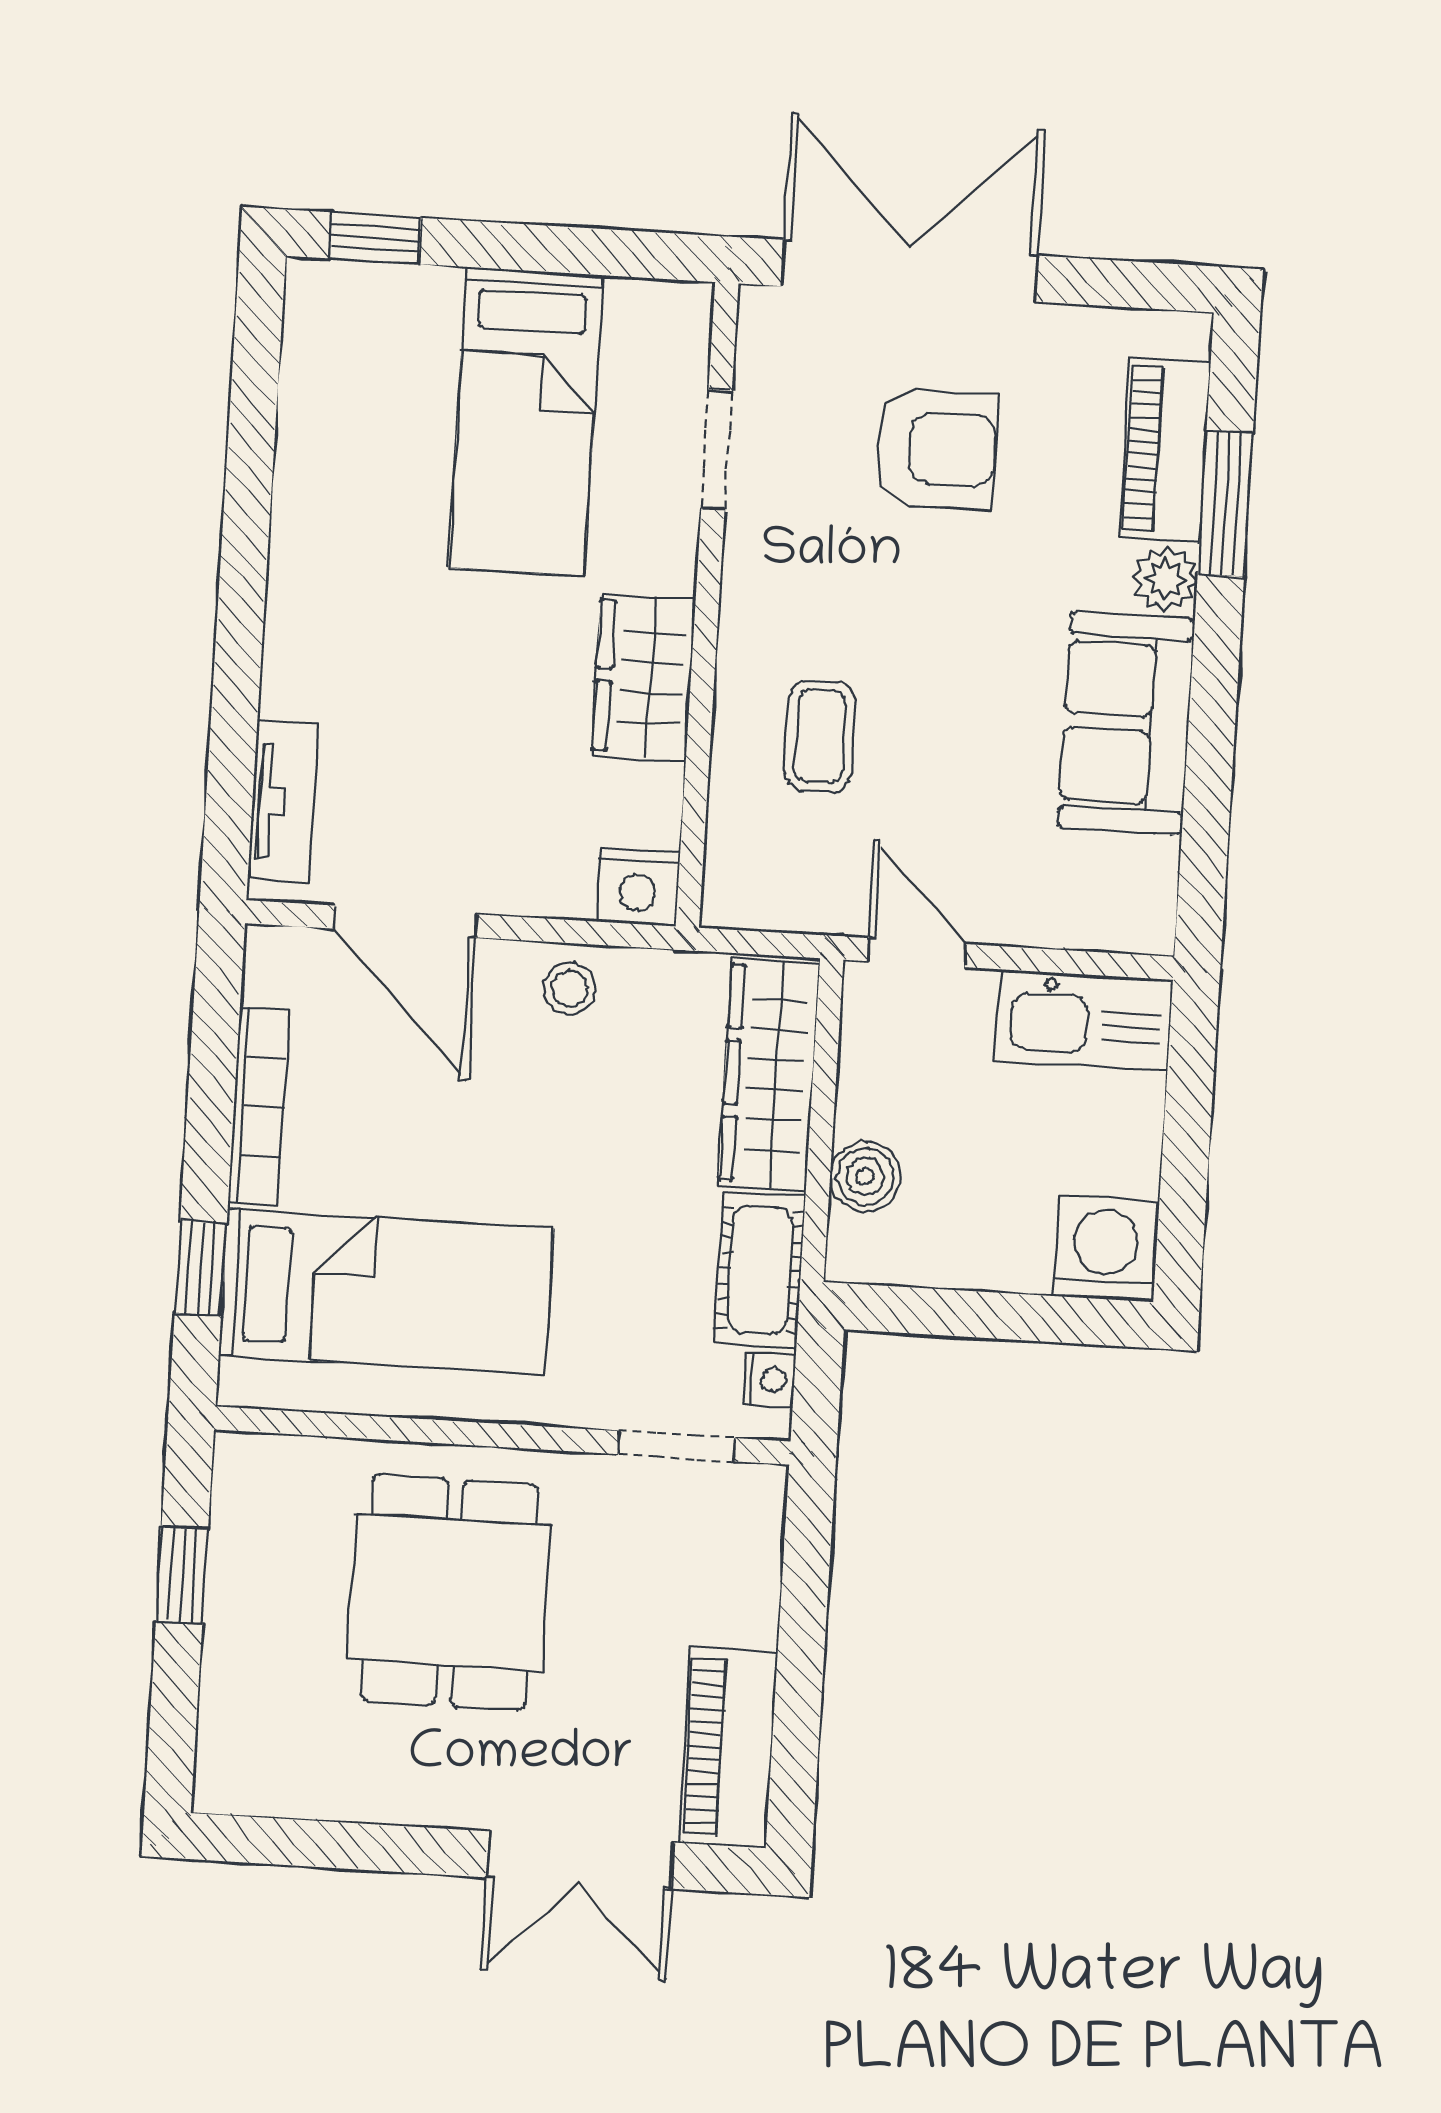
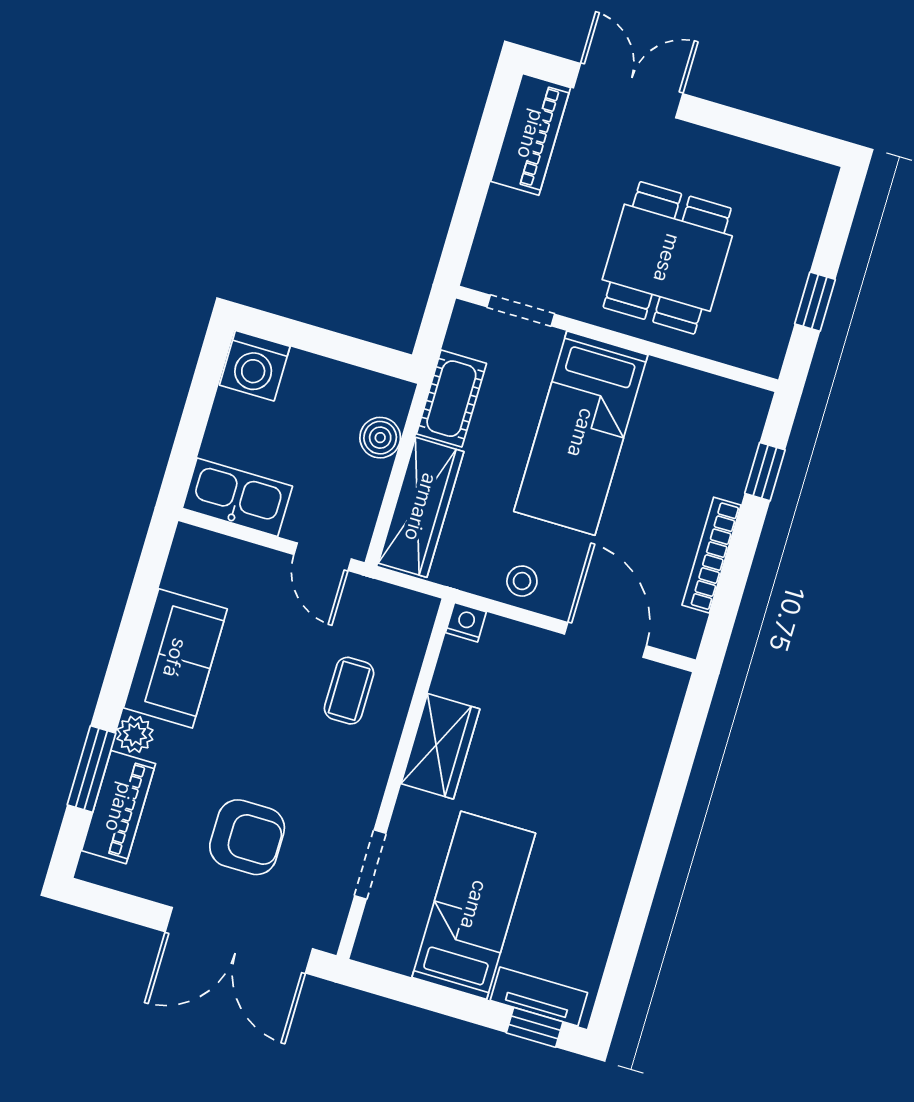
armchair: (936, 448) -> (247, 837), turned 180
tv unit: (283, 801) -> (539, 997), moved, turned 90
nightstand: (638, 887) -> (466, 622), width x0.72, depth x0.74
bed: (386, 1292) -> (581, 433), moved, turned -90
nightstand: (769, 1380) -> (460, 336), removed

